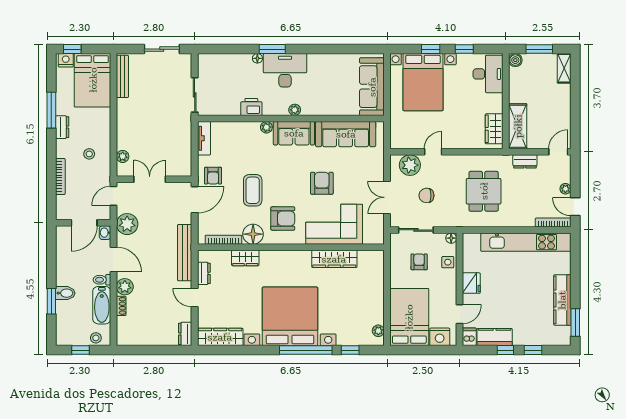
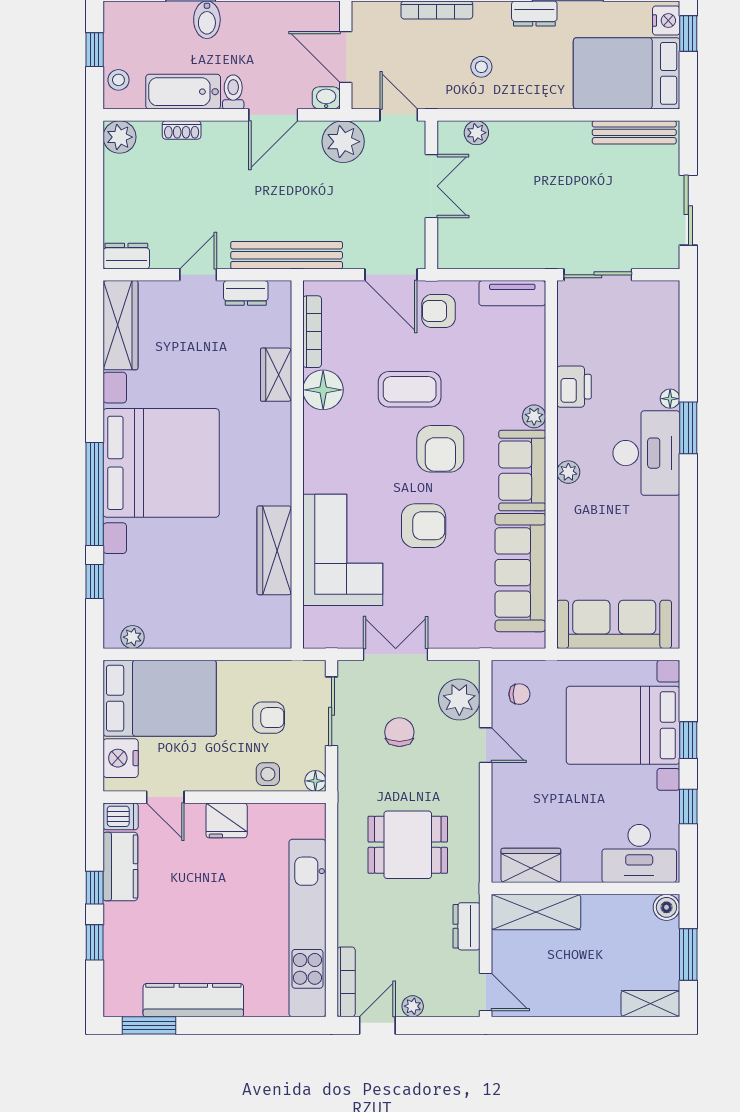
chair: (407, 135) -> (519, 694), added
armchair: (283, 219) -> (440, 449), moved
plant: (125, 287) -> (120, 137), moved

